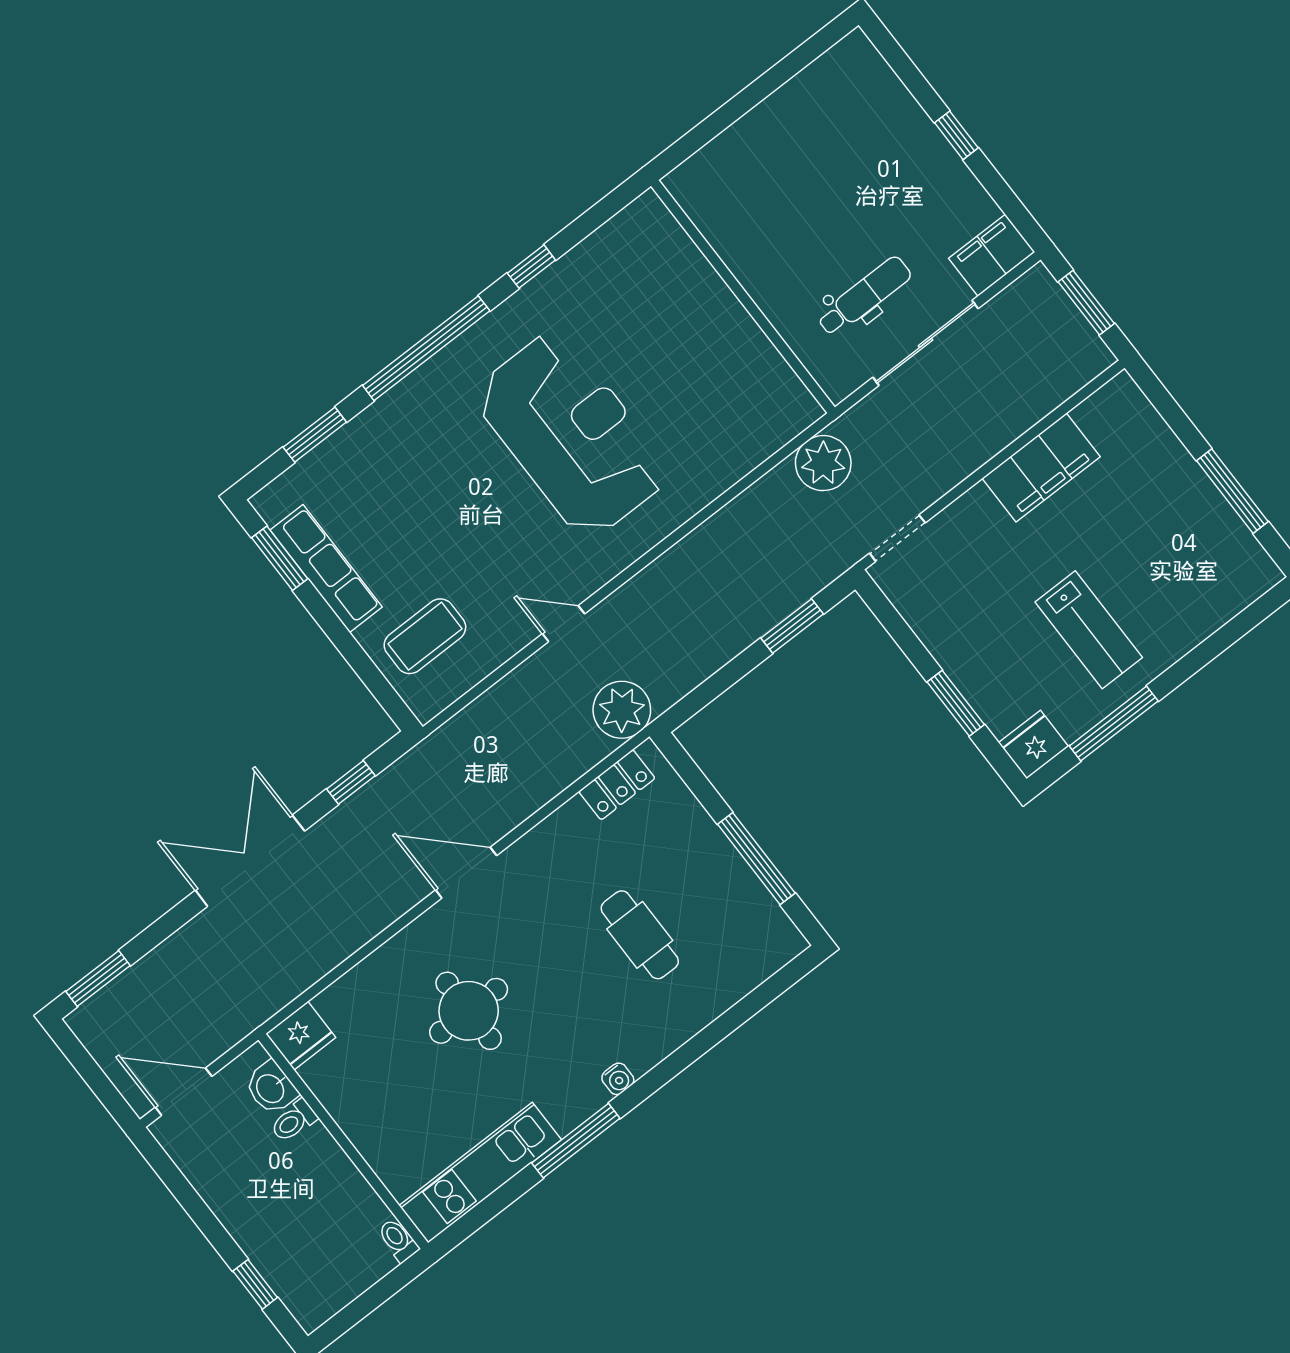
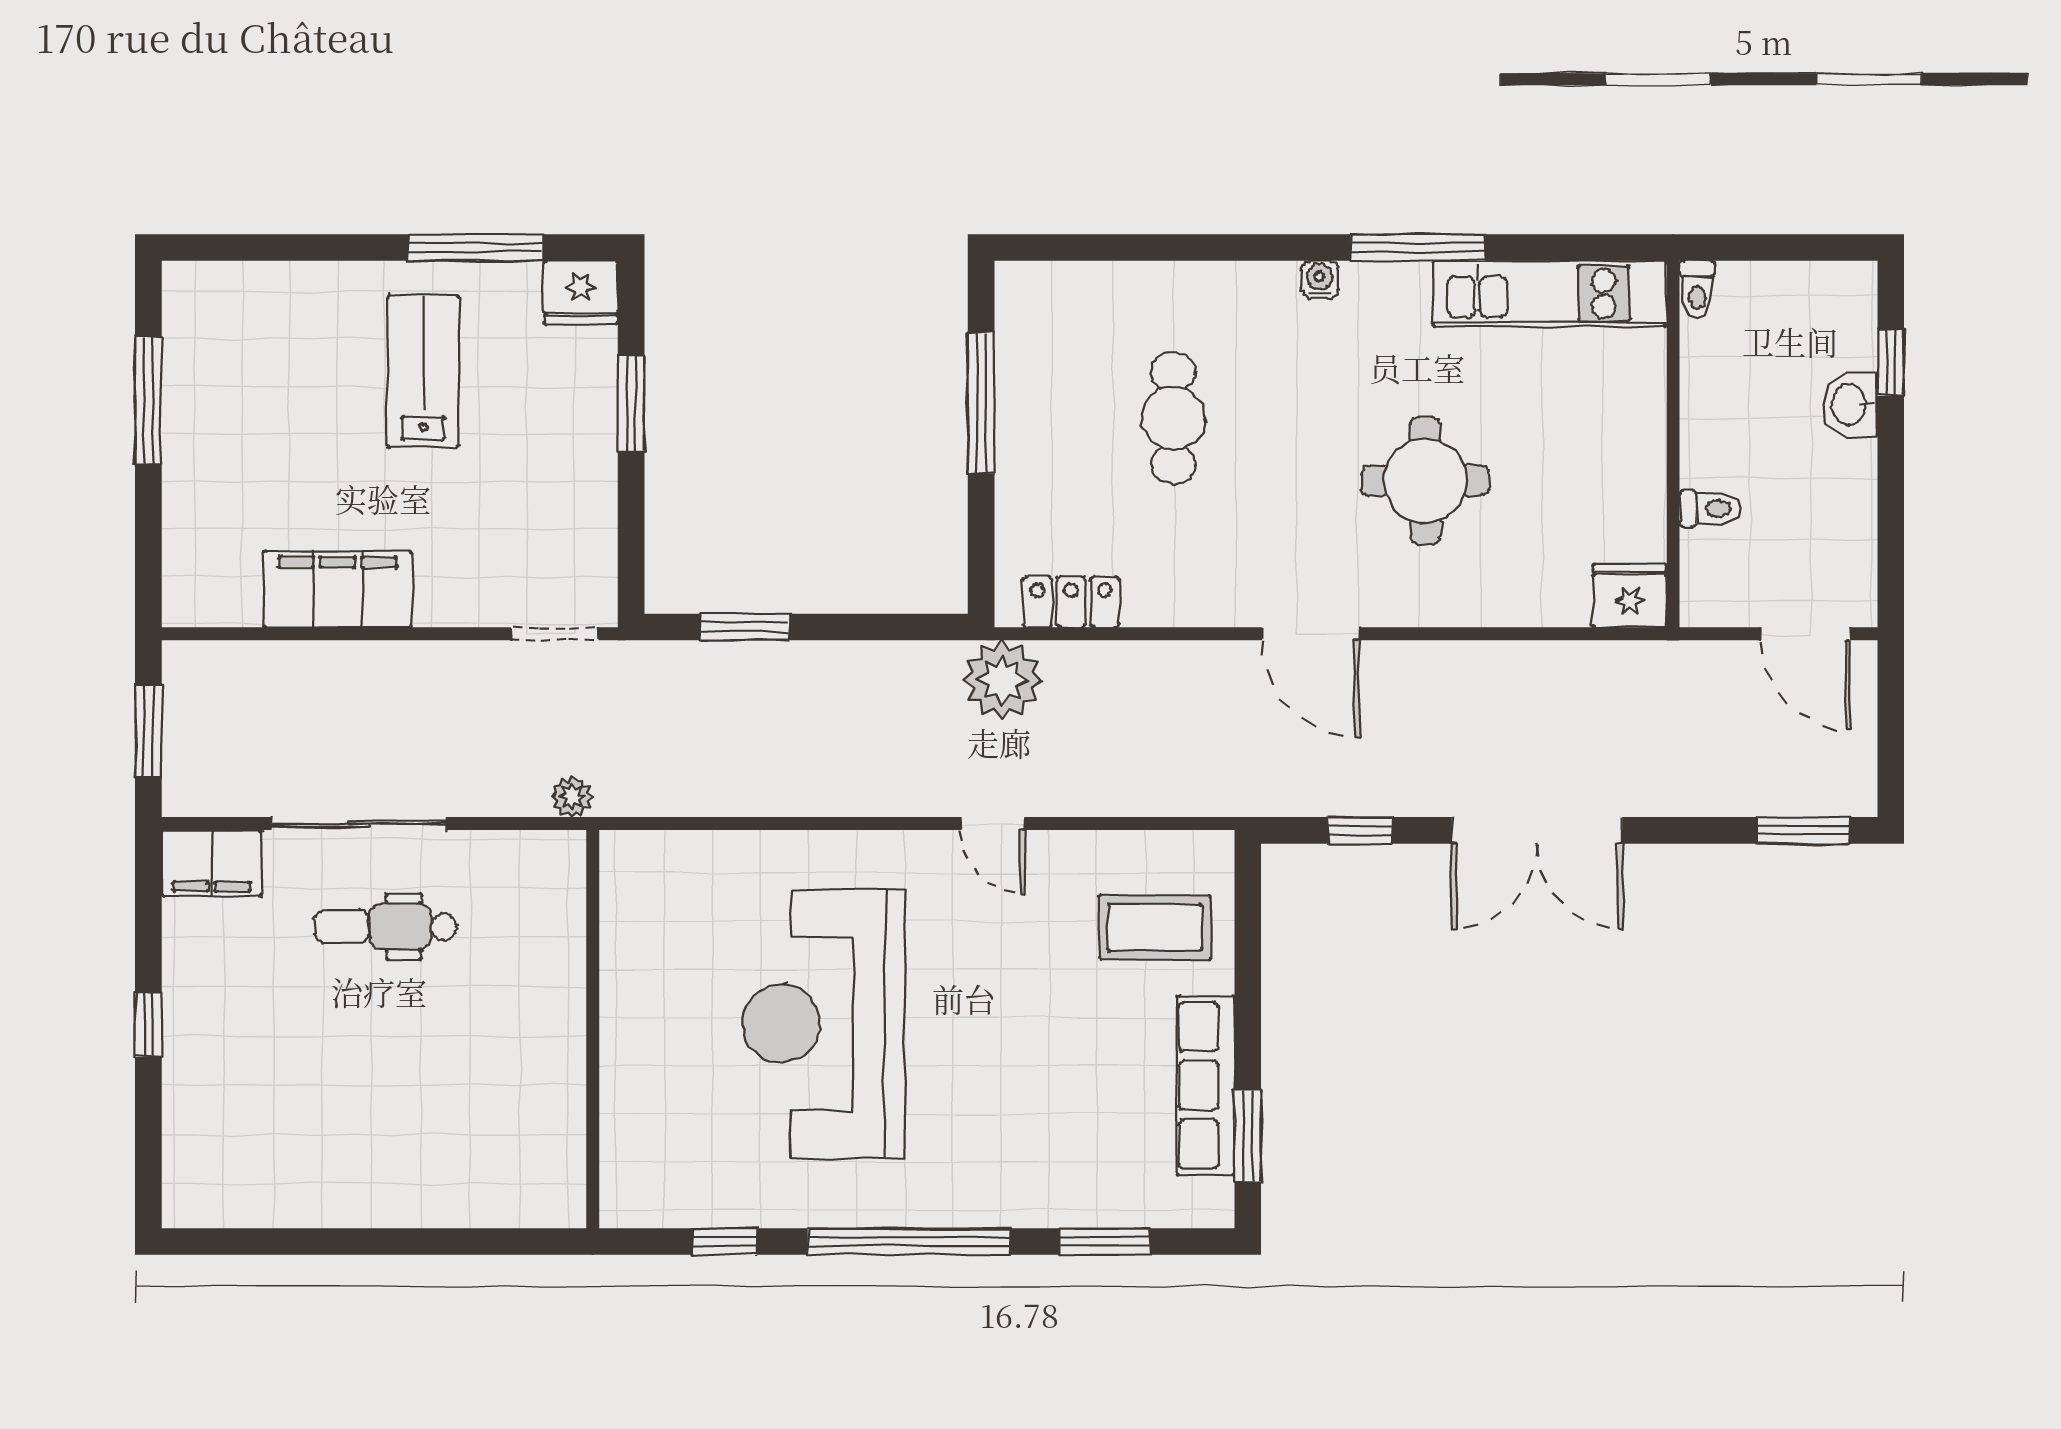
wall: (743, 297) -> (593, 1029), moved
plant: (823, 463) -> (572, 797), width x0.53, depth x0.53
washbasin: (271, 1088) -> (1850, 405), moved, turned 180

